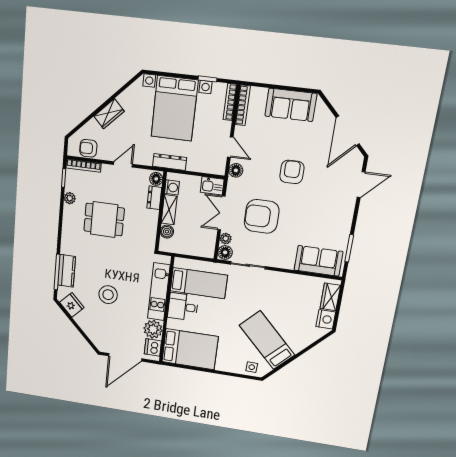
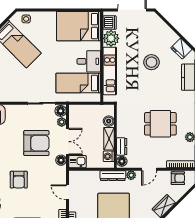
plant: (146, 159) -> (131, 175), added
floor lamp: (236, 170) -> (61, 160), moved

